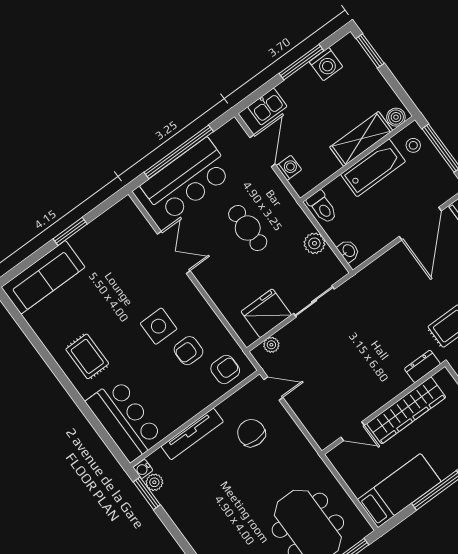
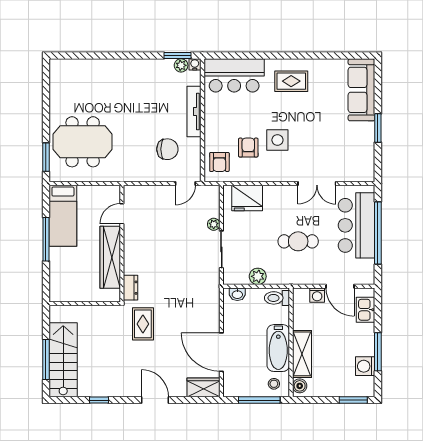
fridge: (266, 313) -> (247, 198), moved, turned 90
plant: (271, 345) -> (214, 224), moved

